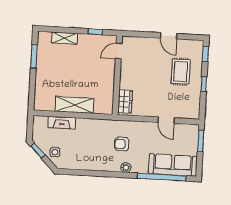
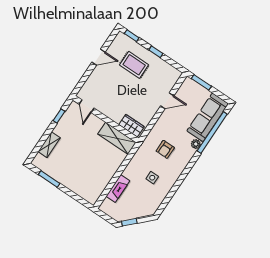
shelving: (75, 105) -> (117, 138), moved, turned 90
side table: (55, 152) -> (152, 178), moved
plant: (126, 168) -> (196, 144), moved

